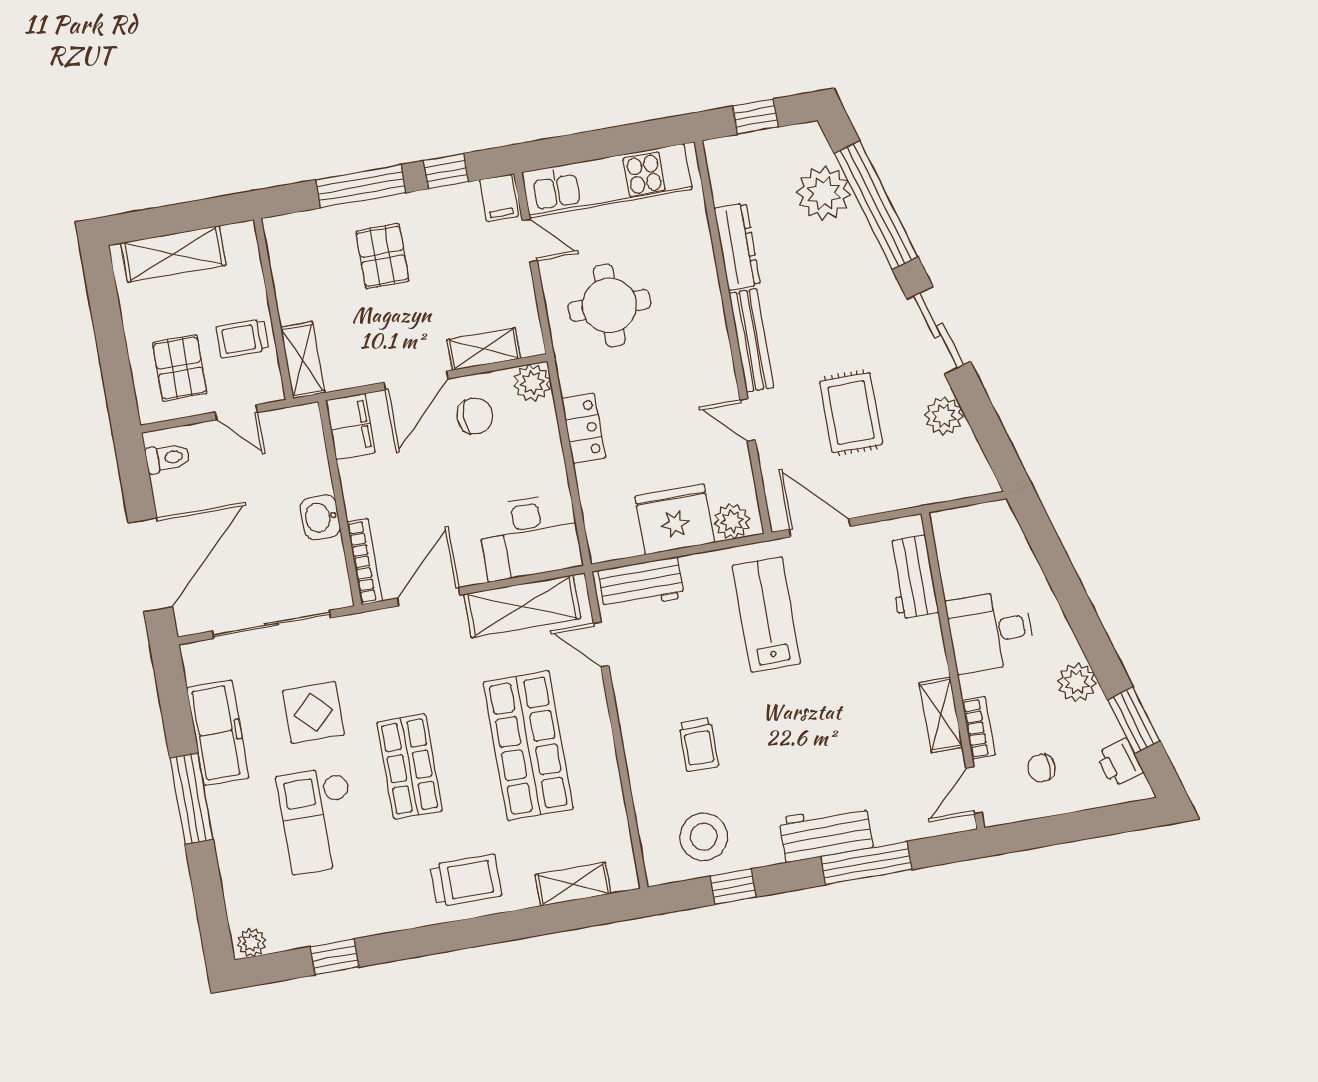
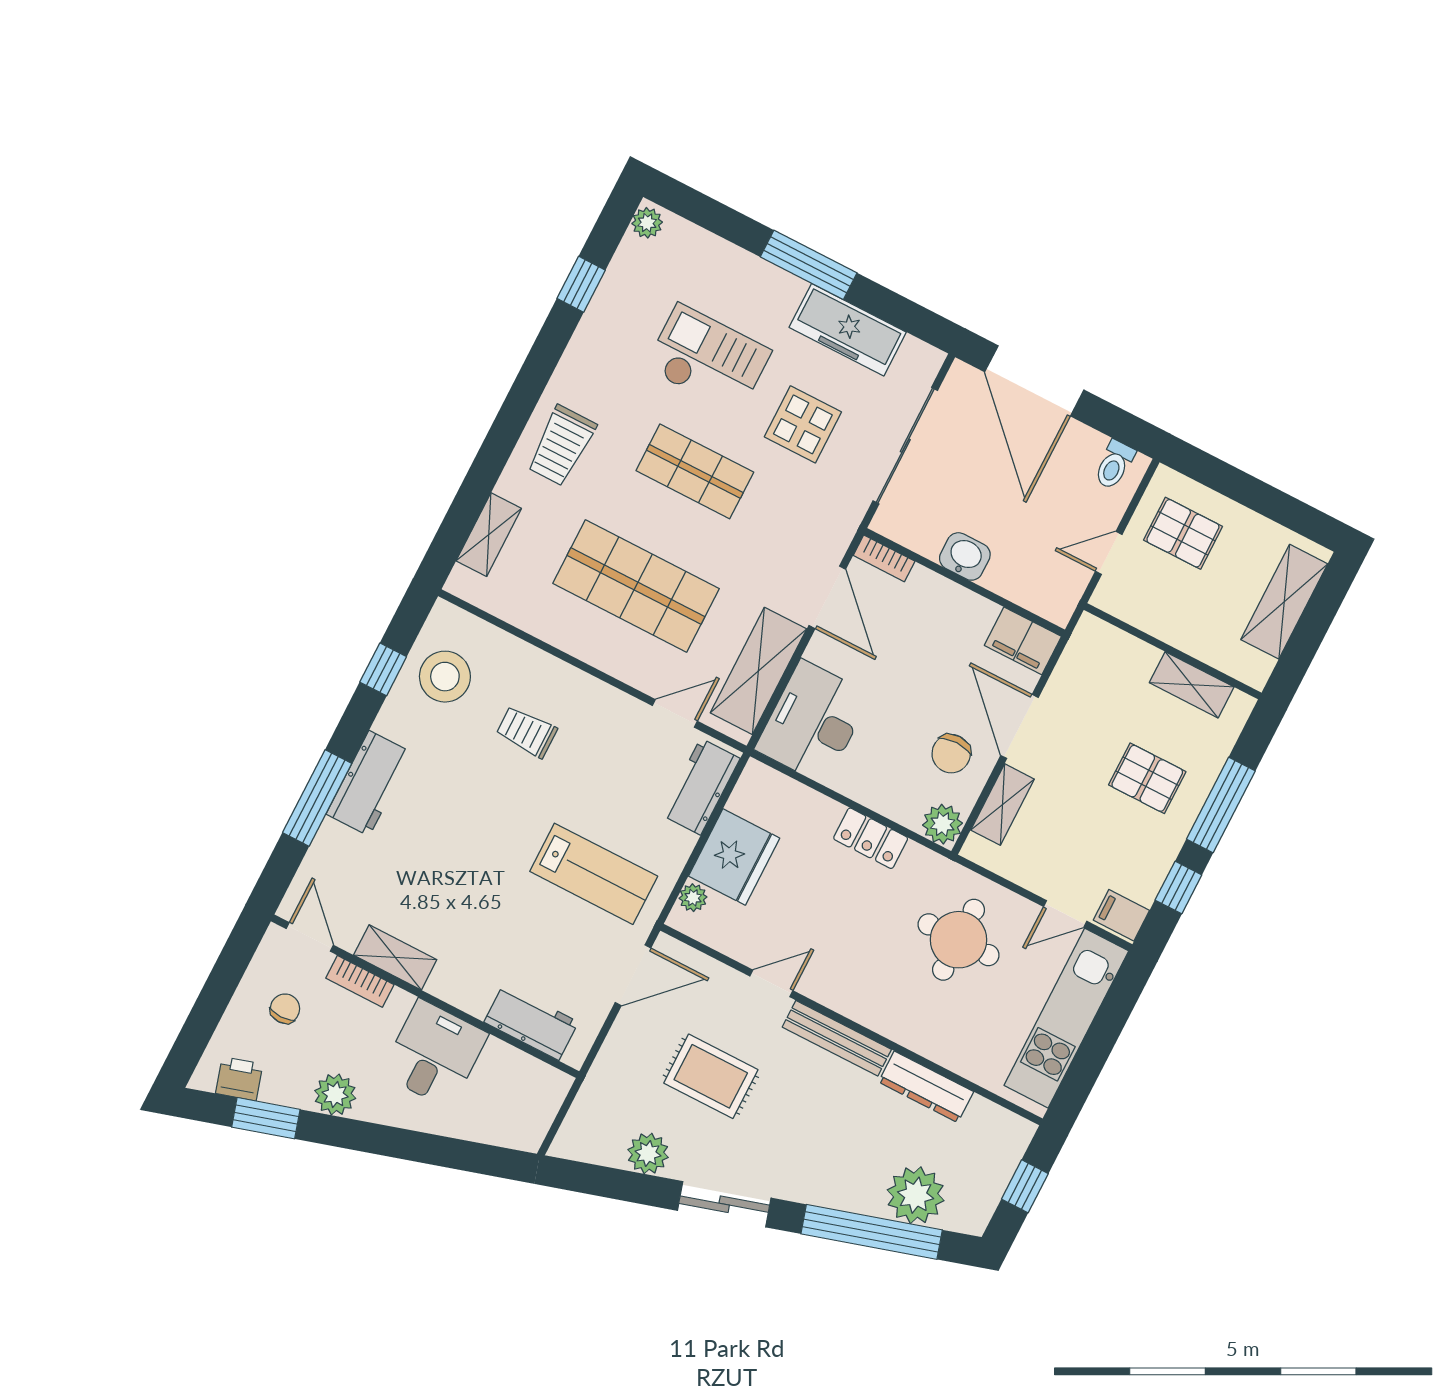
trolley: (242, 339) -> (1168, 606), removed
shelving: (303, 360) -> (1192, 685), moved
plant: (732, 521) -> (693, 898), width x0.73, depth x0.73
bookcase: (365, 562) -> (884, 558), width x0.64

